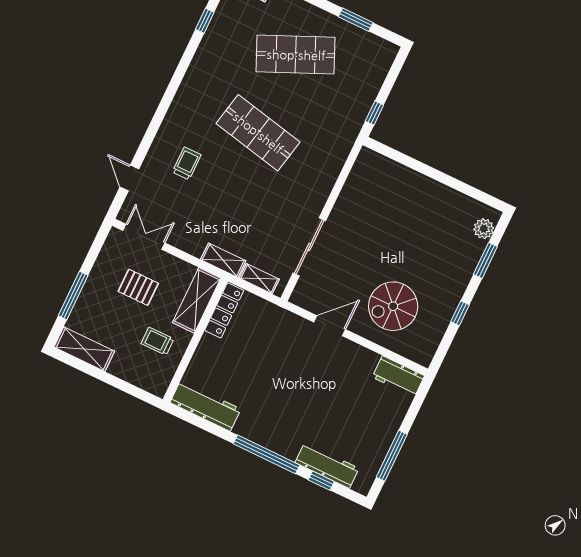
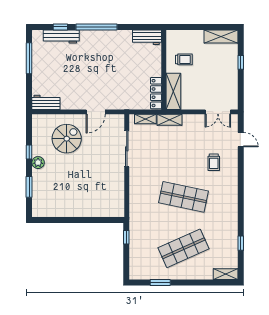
plant: (484, 229) -> (38, 163), moved
pallet: (138, 287) -> (208, 83), removed
window: (73, 296) -> (241, 62), width x0.46
workbench: (205, 406) -> (147, 37), width x0.73

